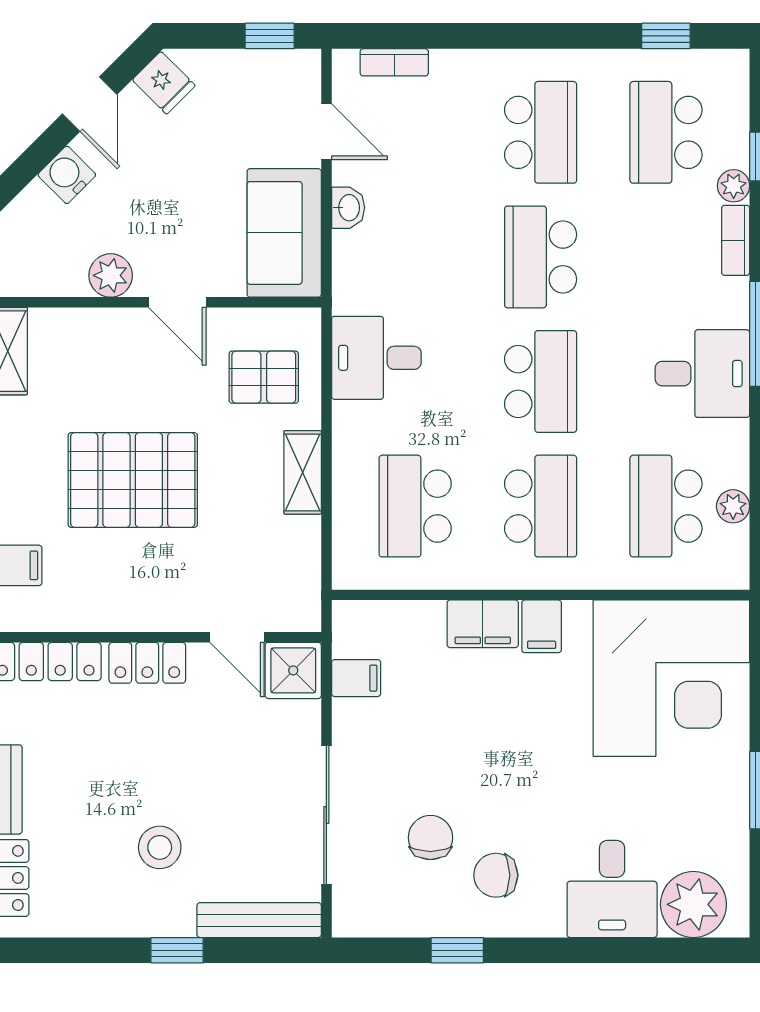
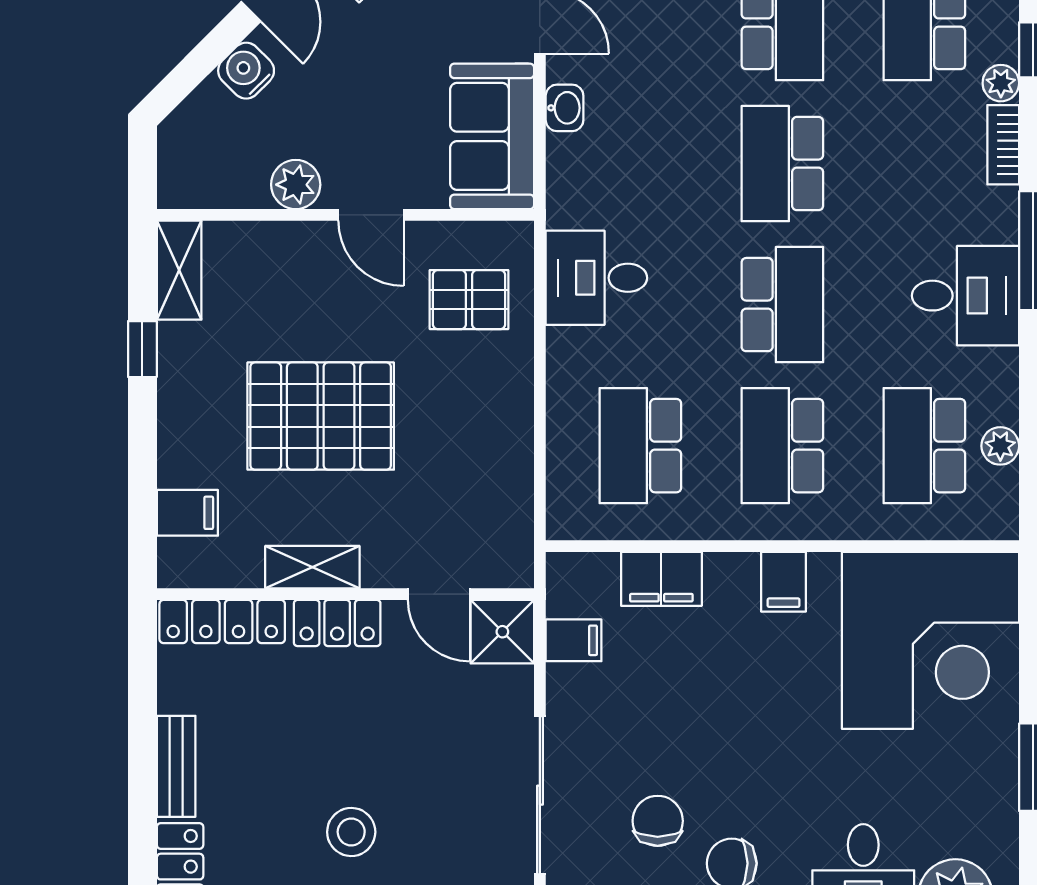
shelving: (303, 472) -> (312, 567), moved, turned 90
school desk: (541, 506) -> (782, 446), turned 180
filing cabinet: (483, 624) -> (661, 579), moved

